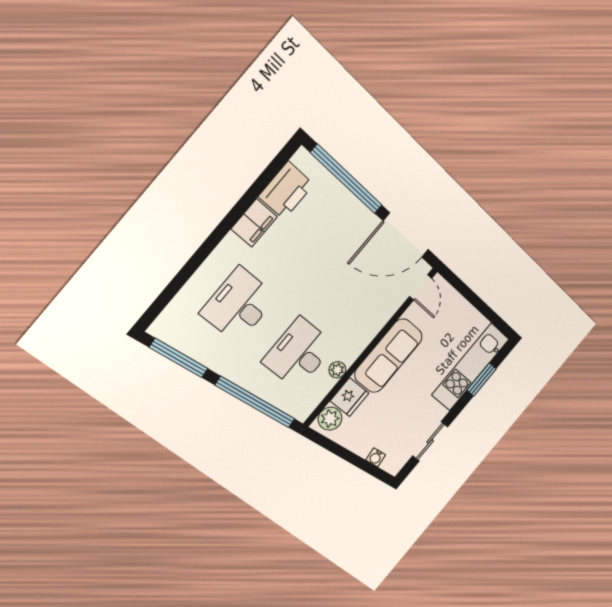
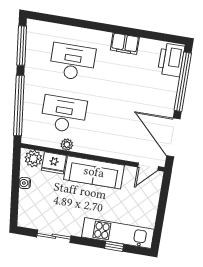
printer: (286, 190) -> (171, 60), moved, turned 90
window: (481, 379) -> (114, 246), width x0.67
water cooler: (376, 457) -> (25, 183), moved

